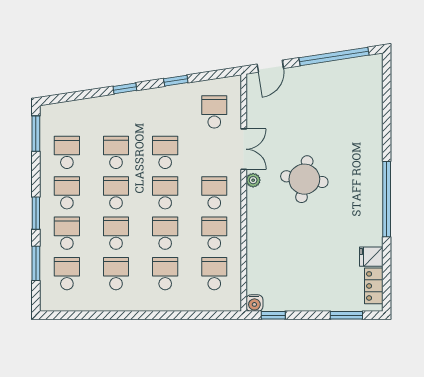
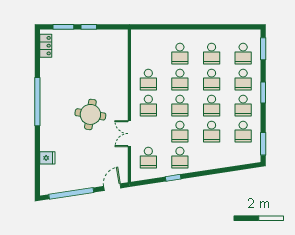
window: (125, 88) -> (206, 173), removed
plant: (253, 180) -> (123, 114), removed
fridge: (371, 257) -> (47, 158), moved
window: (36, 263) -> (263, 49), moved
school desk: (214, 274) -> (180, 158), moved
water cooler: (254, 303) -> (122, 35), removed
window: (273, 315) -> (89, 27), moved

